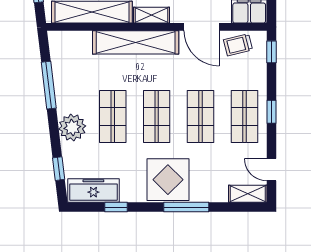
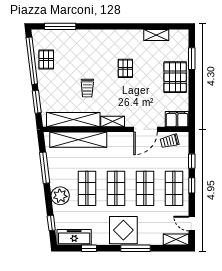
door: (202, 27) -> (146, 129), hinge flipped
shelving: (136, 42) -> (78, 140), moved
window: (272, 52) -> (192, 161), moved

